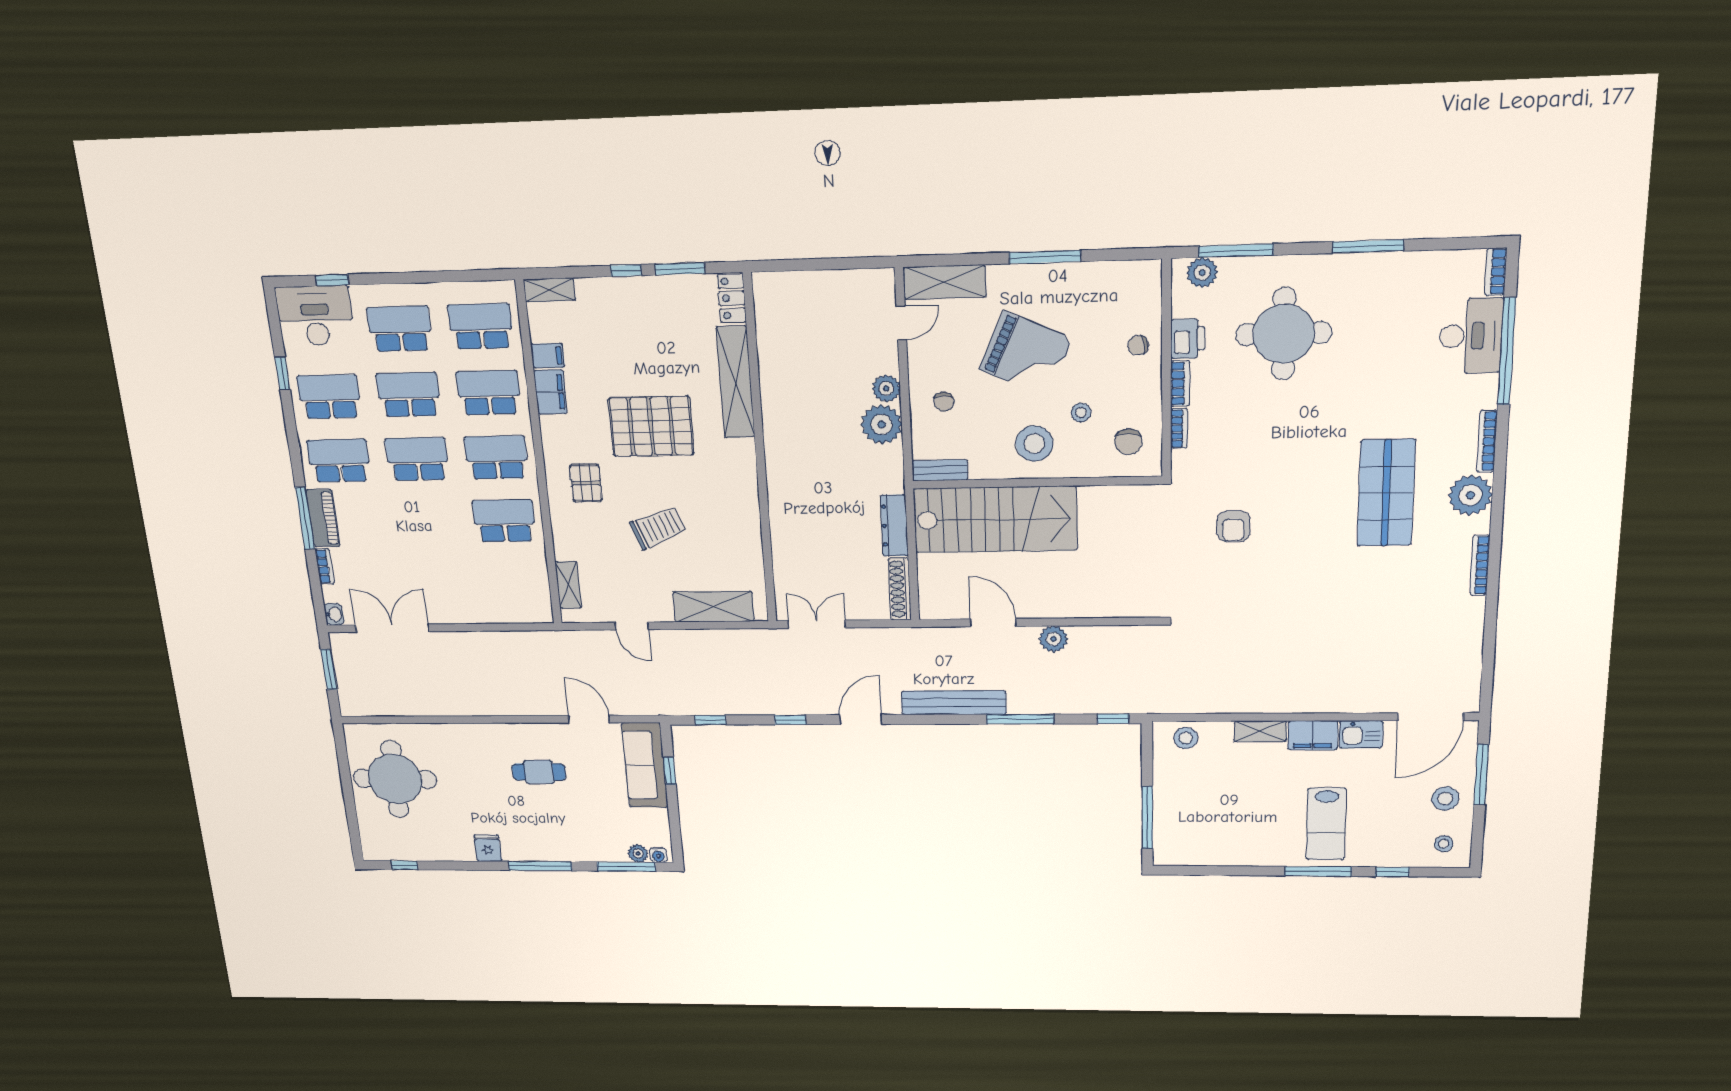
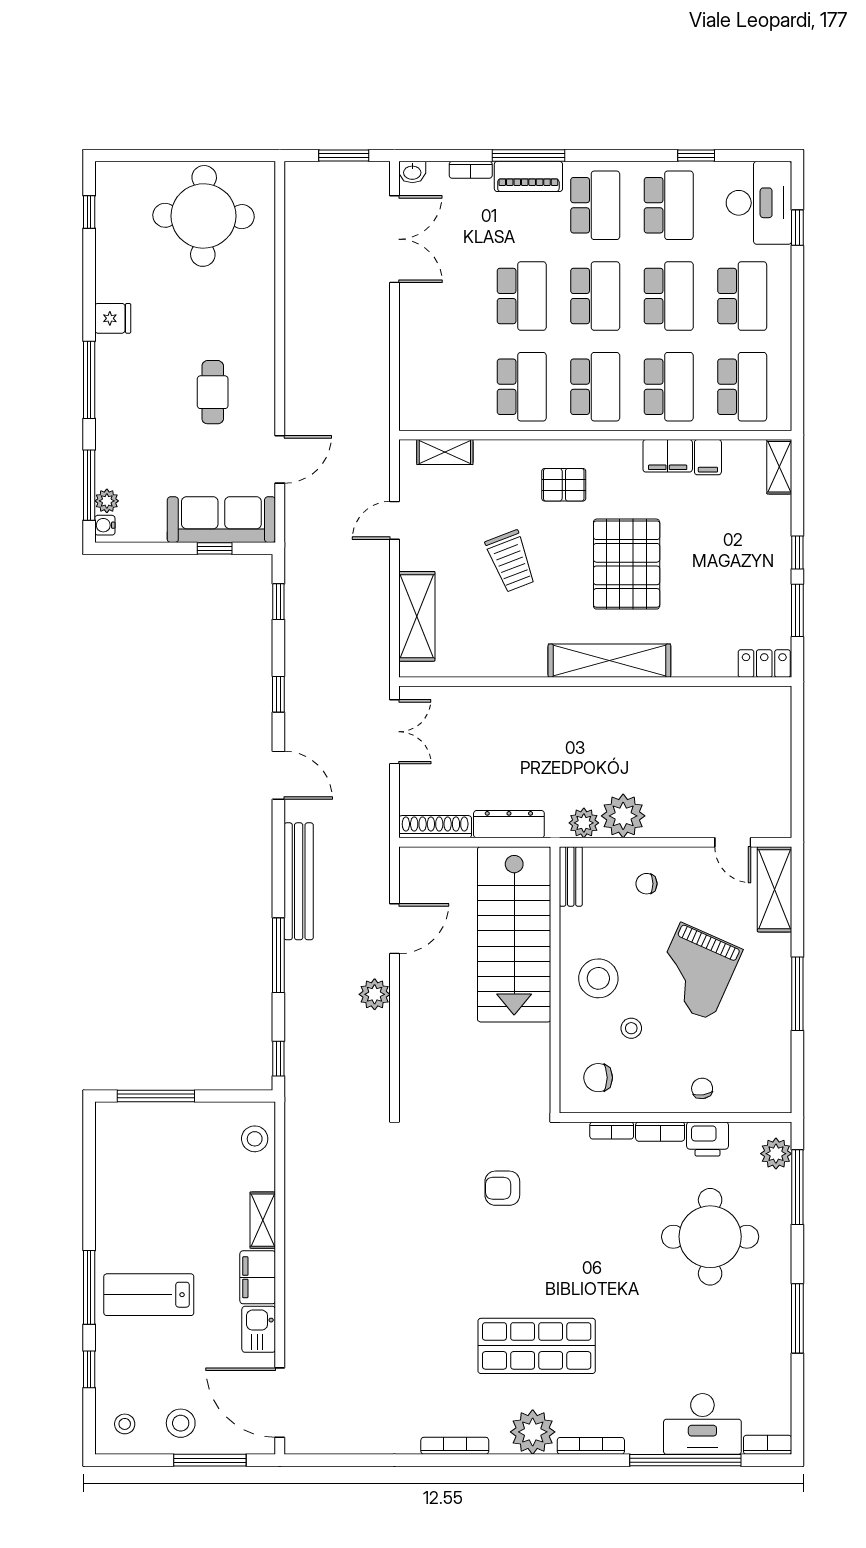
shelving: (736, 382) -> (609, 661), moved
plant: (886, 388) -> (584, 823), moved
school desk: (426, 522) -> (522, 296), added

